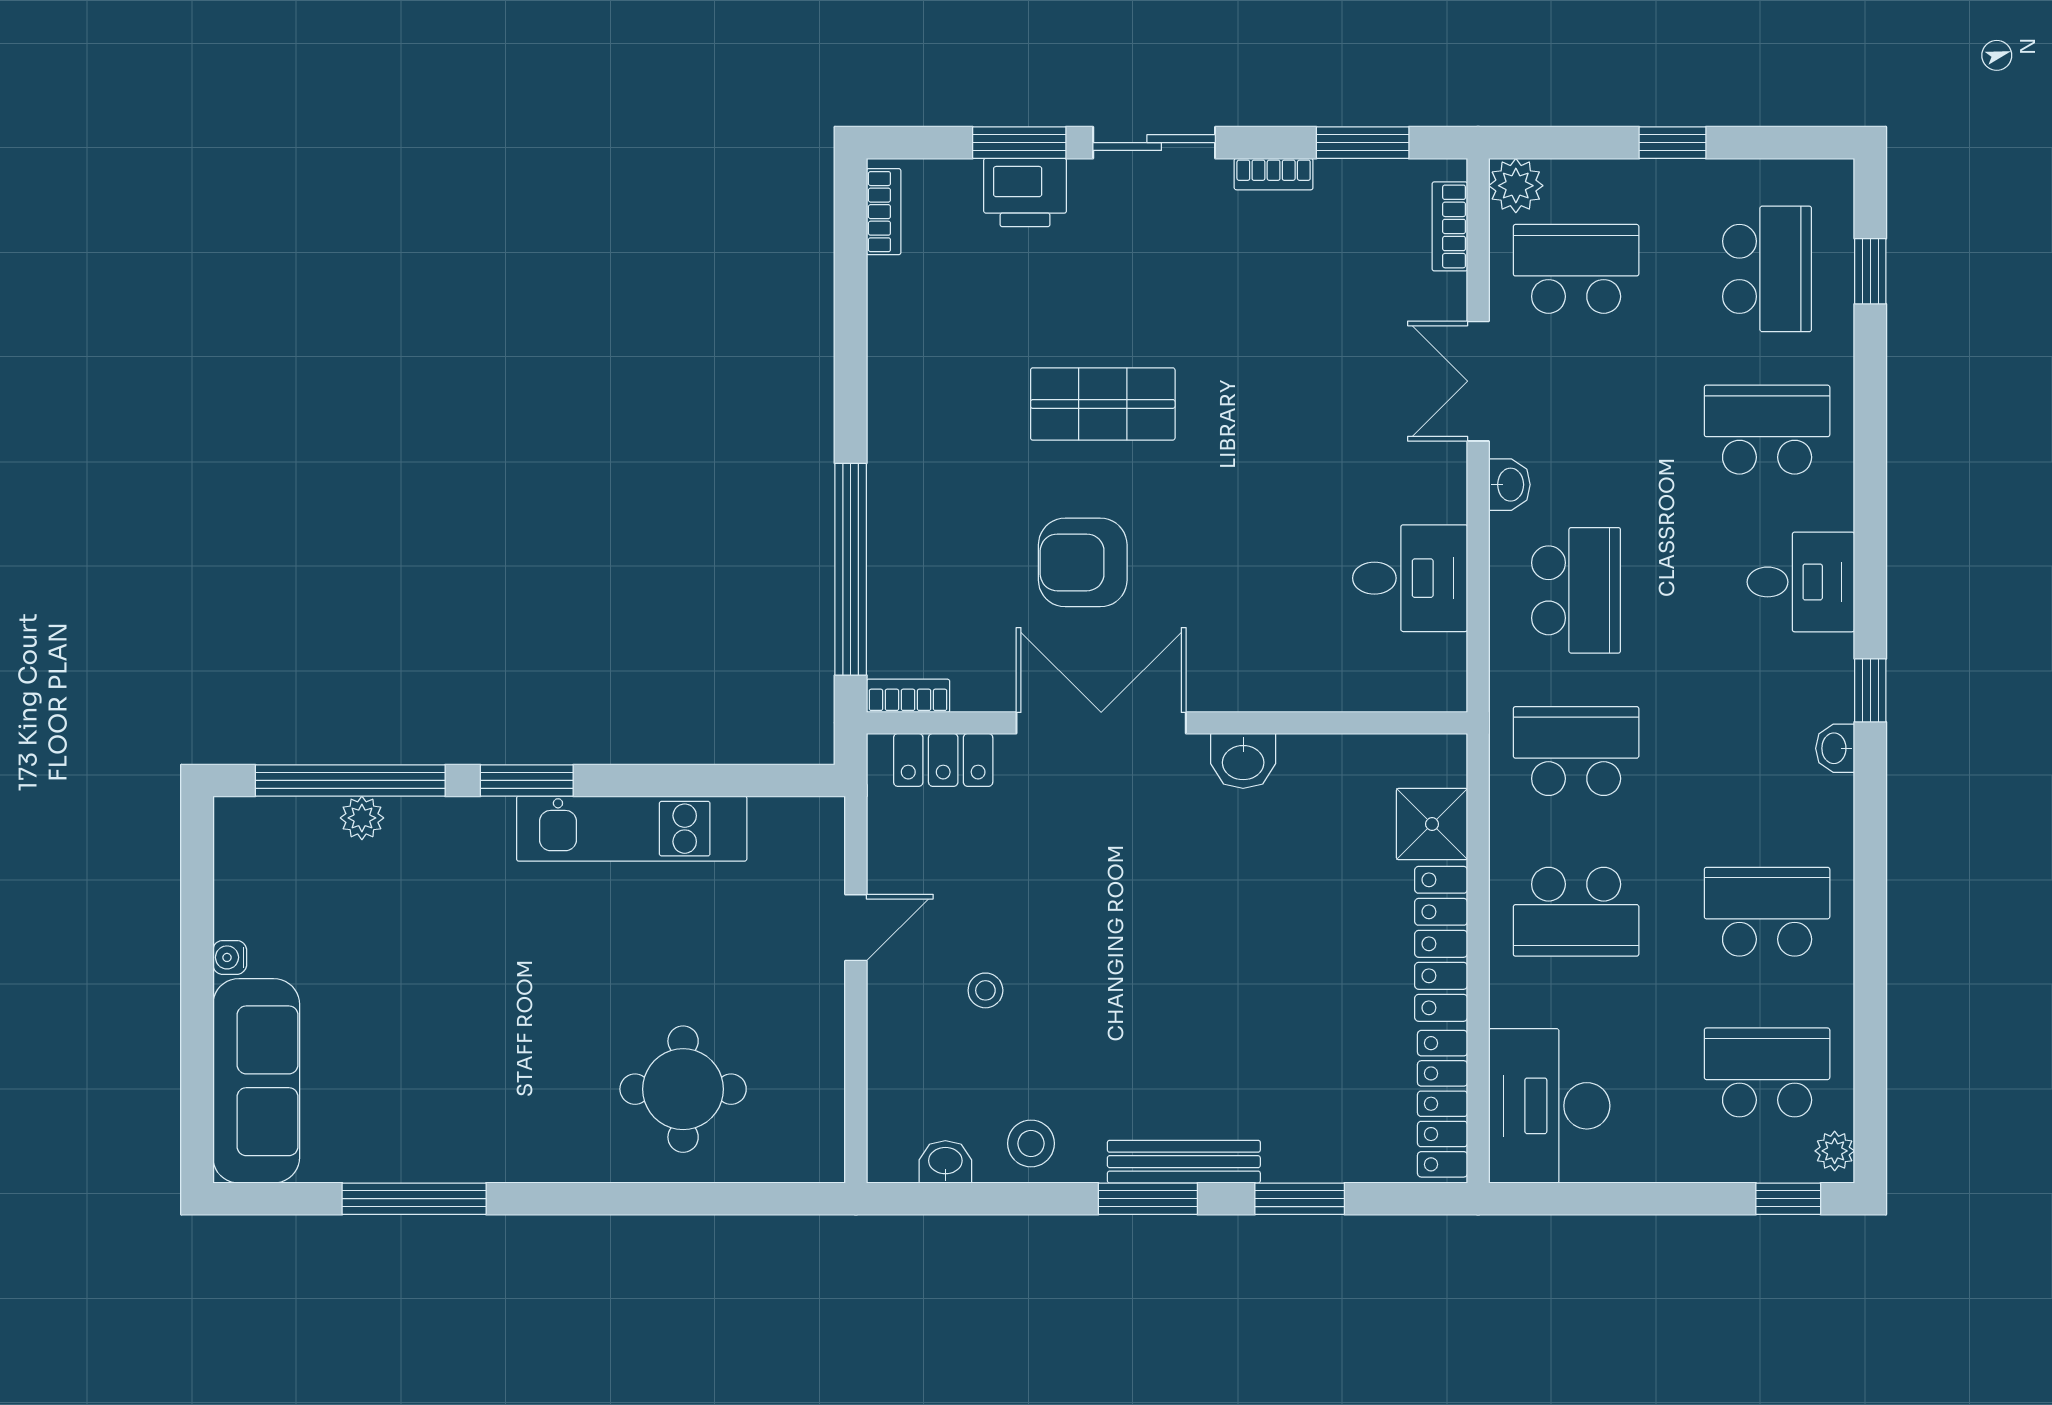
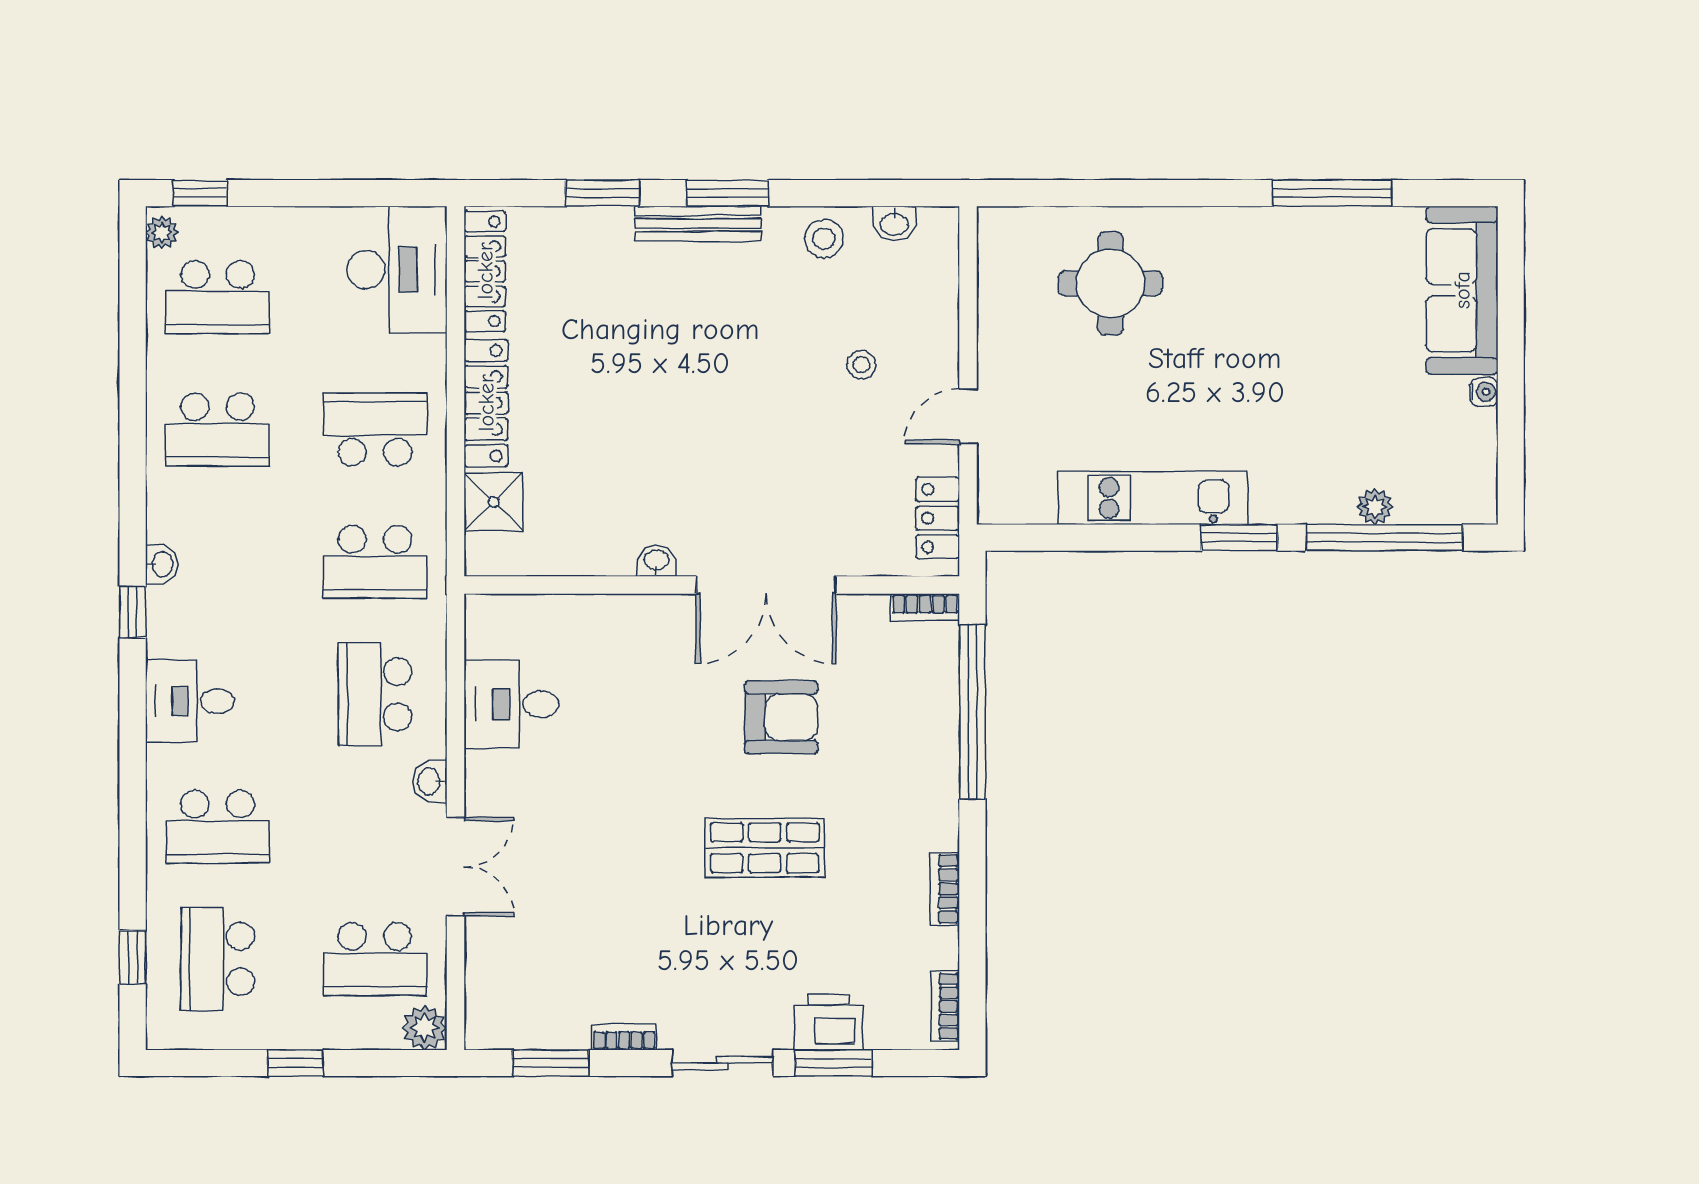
bookcase: (1450, 226) -> (945, 889), moved, turned 180
locker: (943, 760) -> (938, 518), moved, turned -90
washbasin: (1243, 761) -> (657, 561), width x0.72, depth x0.69

